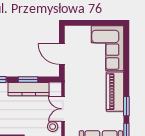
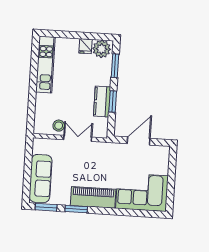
kitchen counter: (29, 89) -> (102, 101), width x0.67

